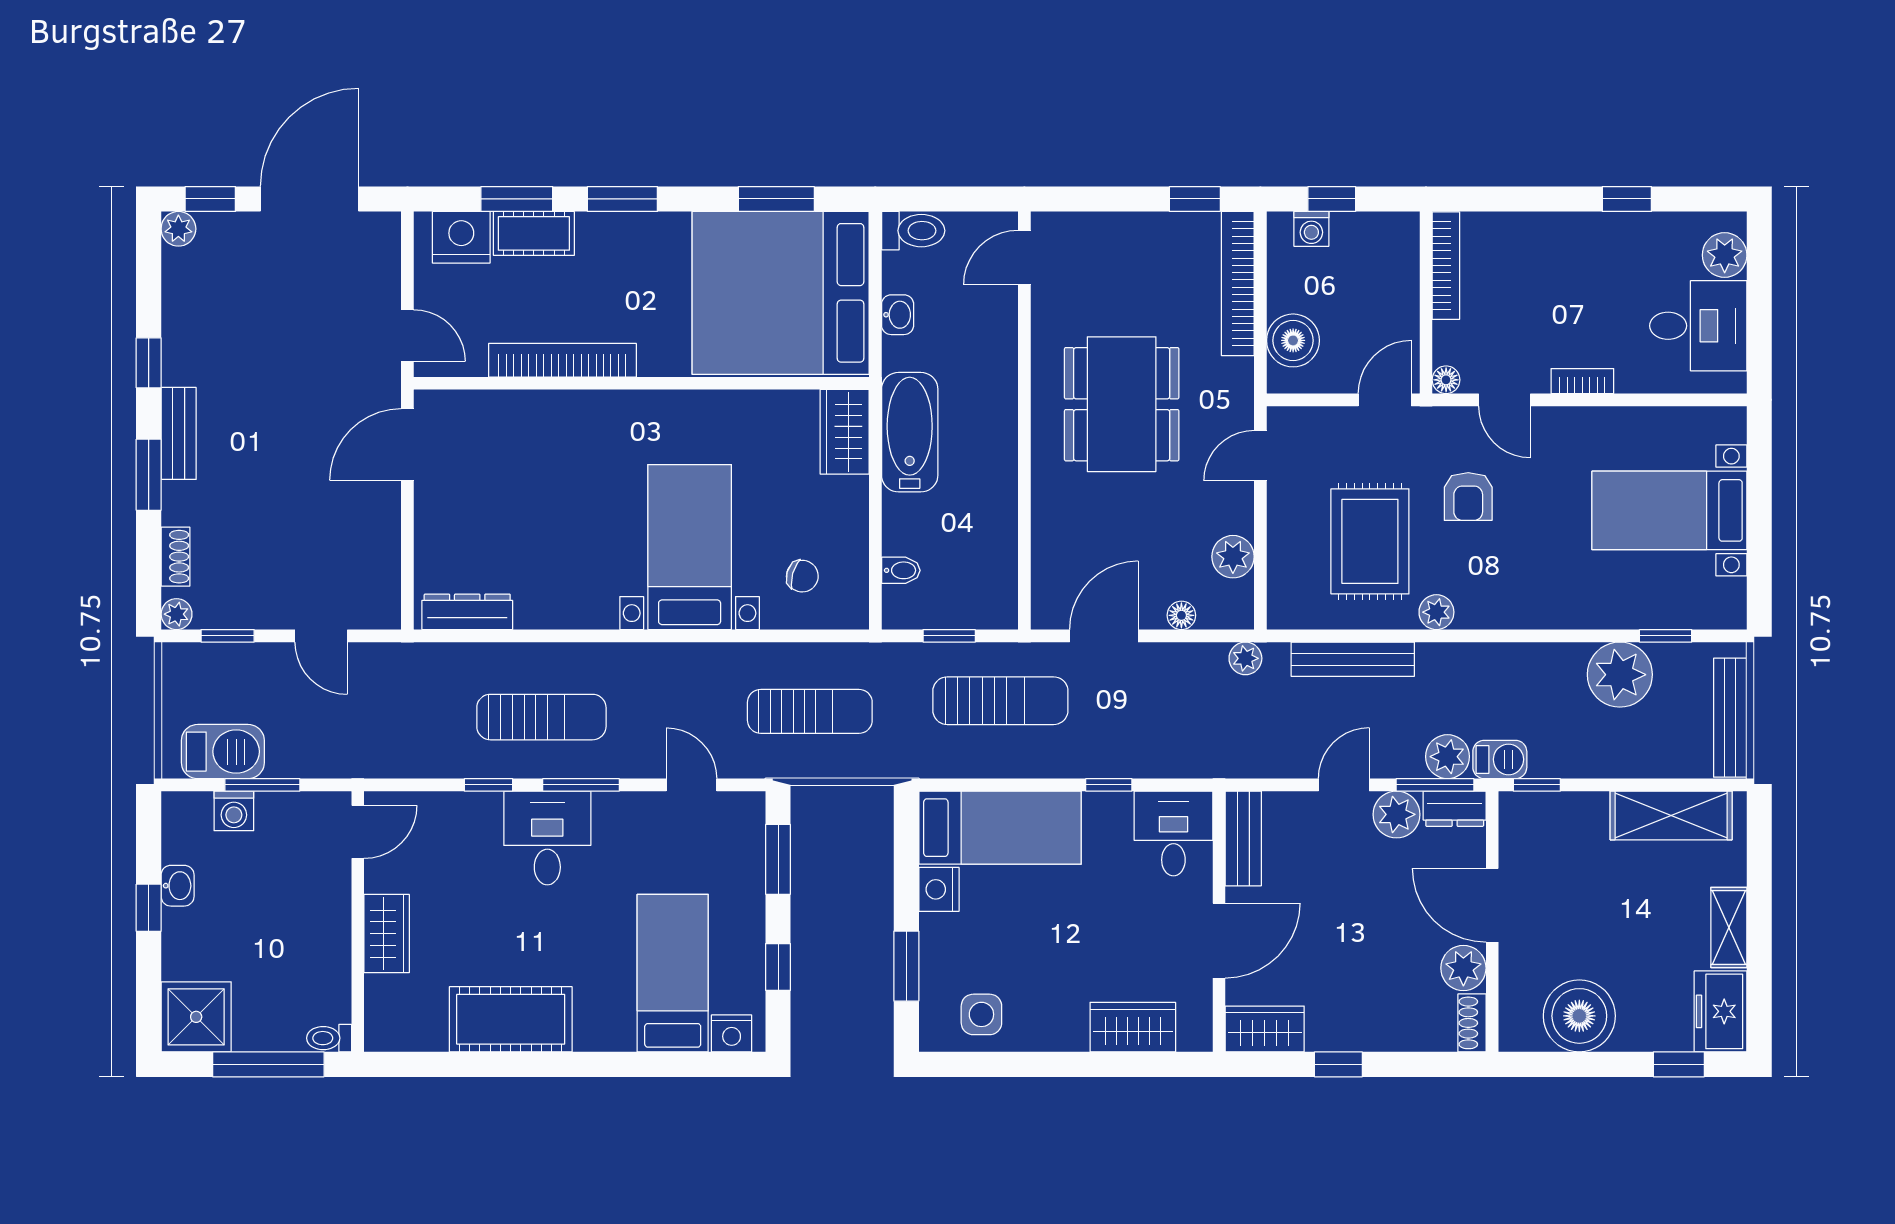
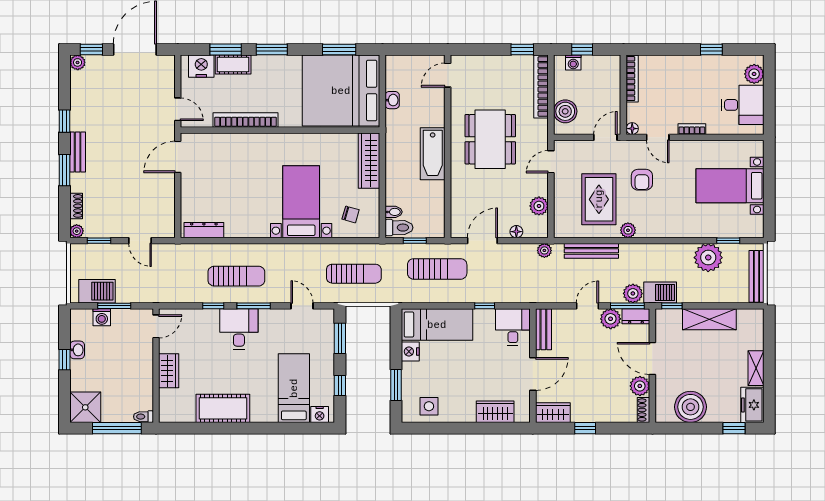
toilet: (913, 231) -> (399, 228), moved
wardrobe: (845, 432) -> (369, 161), width x1.50
bathtub: (910, 432) -> (433, 154), moved, turned 180
barbecue: (1500, 759) -> (660, 292), width x1.38, depth x1.27
shelving: (1671, 815) -> (709, 319), moved

